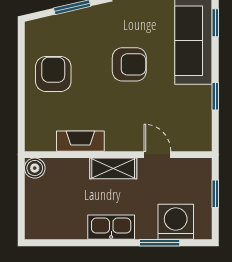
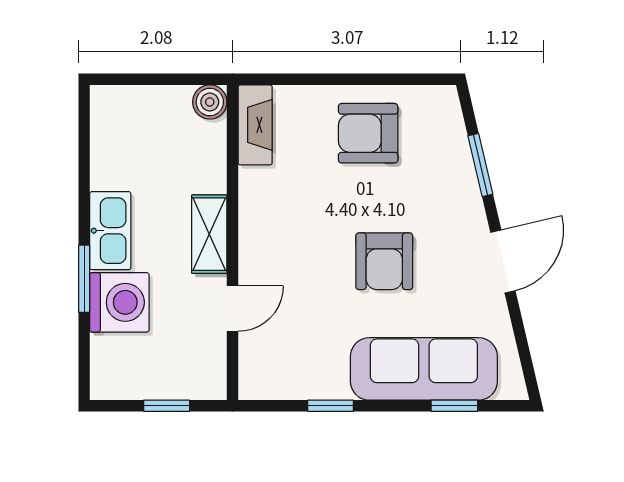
armchair: (53, 74) -> (368, 133), turned 180
fireplace: (80, 141) -> (255, 125), moved
washing machine: (176, 222) -> (119, 302), moved
window: (160, 243) -> (84, 279), moved

